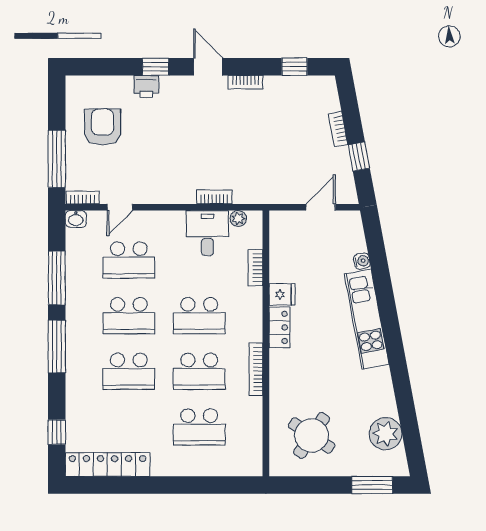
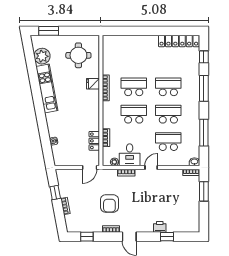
window: (156, 67) -> (167, 237), moved
armchair: (103, 127) -> (109, 203), moved
window: (57, 159) -> (204, 191), width x0.69
door: (120, 207) -> (151, 168), moved
door: (321, 207) -> (90, 168), moved
fridge: (282, 294) -> (93, 84), moved
kitchen unit: (367, 319) -> (47, 88), moved
locker: (279, 327) -> (94, 141), moved
window: (57, 347) -> (204, 88), moved
school desk: (199, 427) -> (134, 59), removed
round table: (312, 435) -> (78, 55), turned -34

